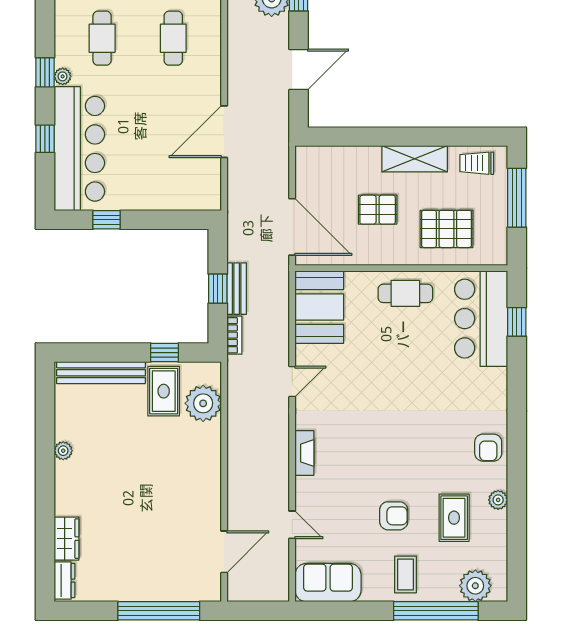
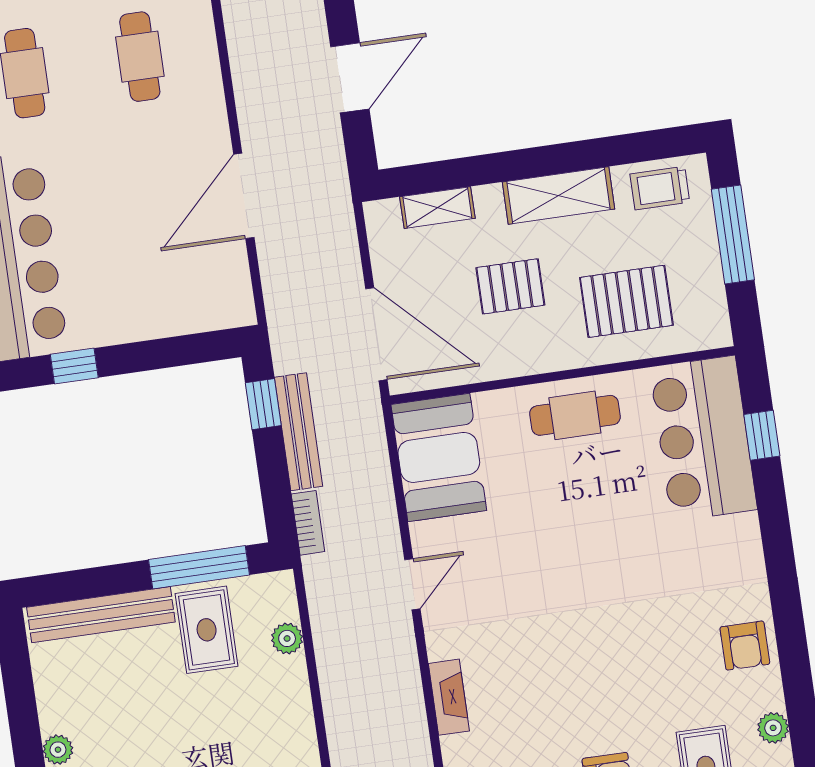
shelving: (340, 156) -> (437, 208), added
window: (218, 289) -> (263, 404), moved
bench: (237, 289) -> (299, 432), width x1.36
window: (165, 353) -> (199, 567), width x2.17
plant: (203, 403) -> (287, 638), width x0.53, depth x0.53

